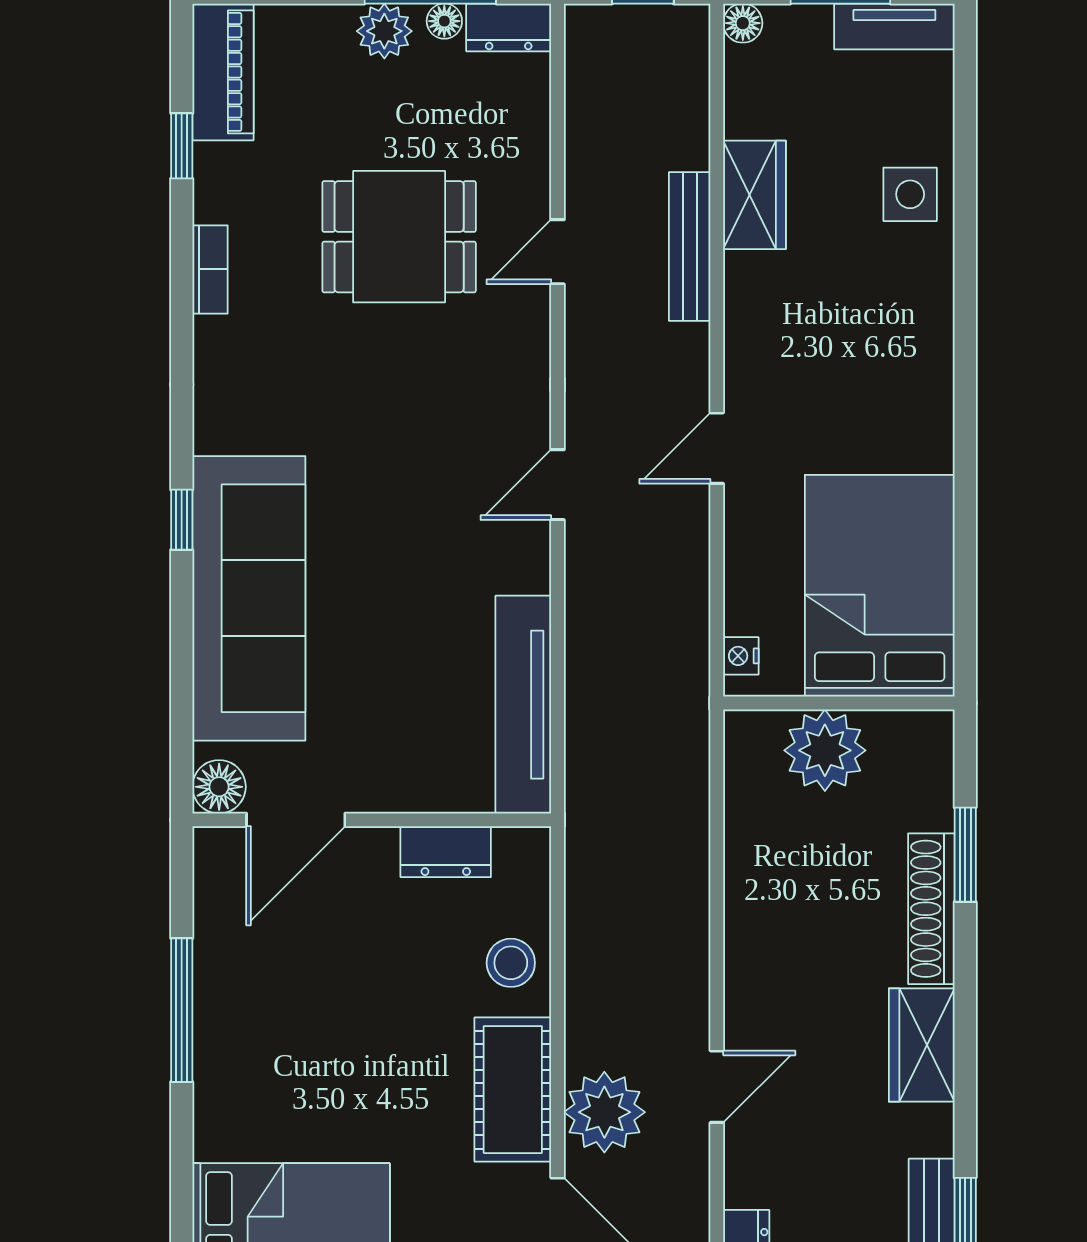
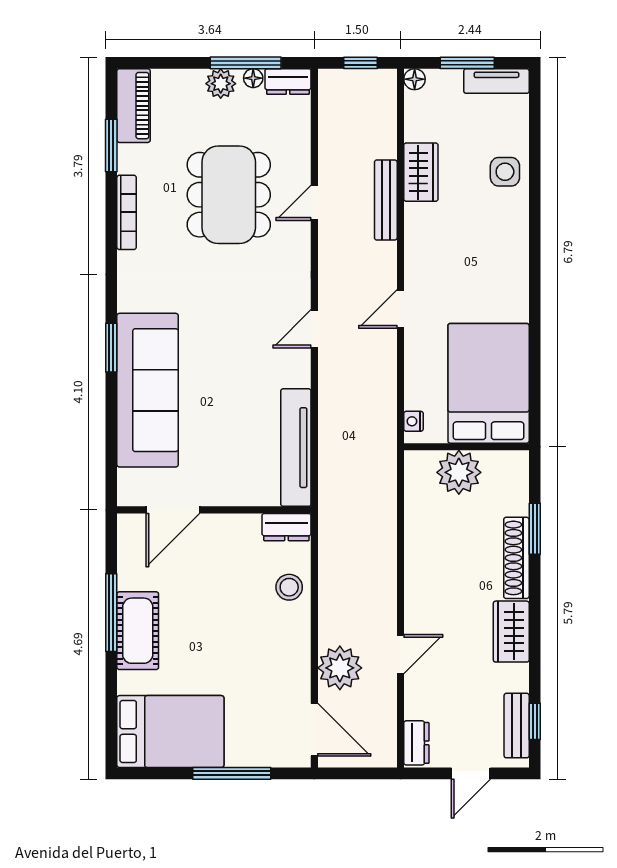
window: (182, 146) -> (111, 146), width x1.50
dining table: (399, 237) -> (229, 195), width x1.38
bookcase: (210, 269) -> (127, 212), width x1.56
window: (182, 520) -> (111, 348), width x1.50
floor lamp: (219, 787) -> (131, 492), removed
dresser: (446, 852) -> (286, 527), moved
cot: (513, 1090) -> (138, 631), moved

